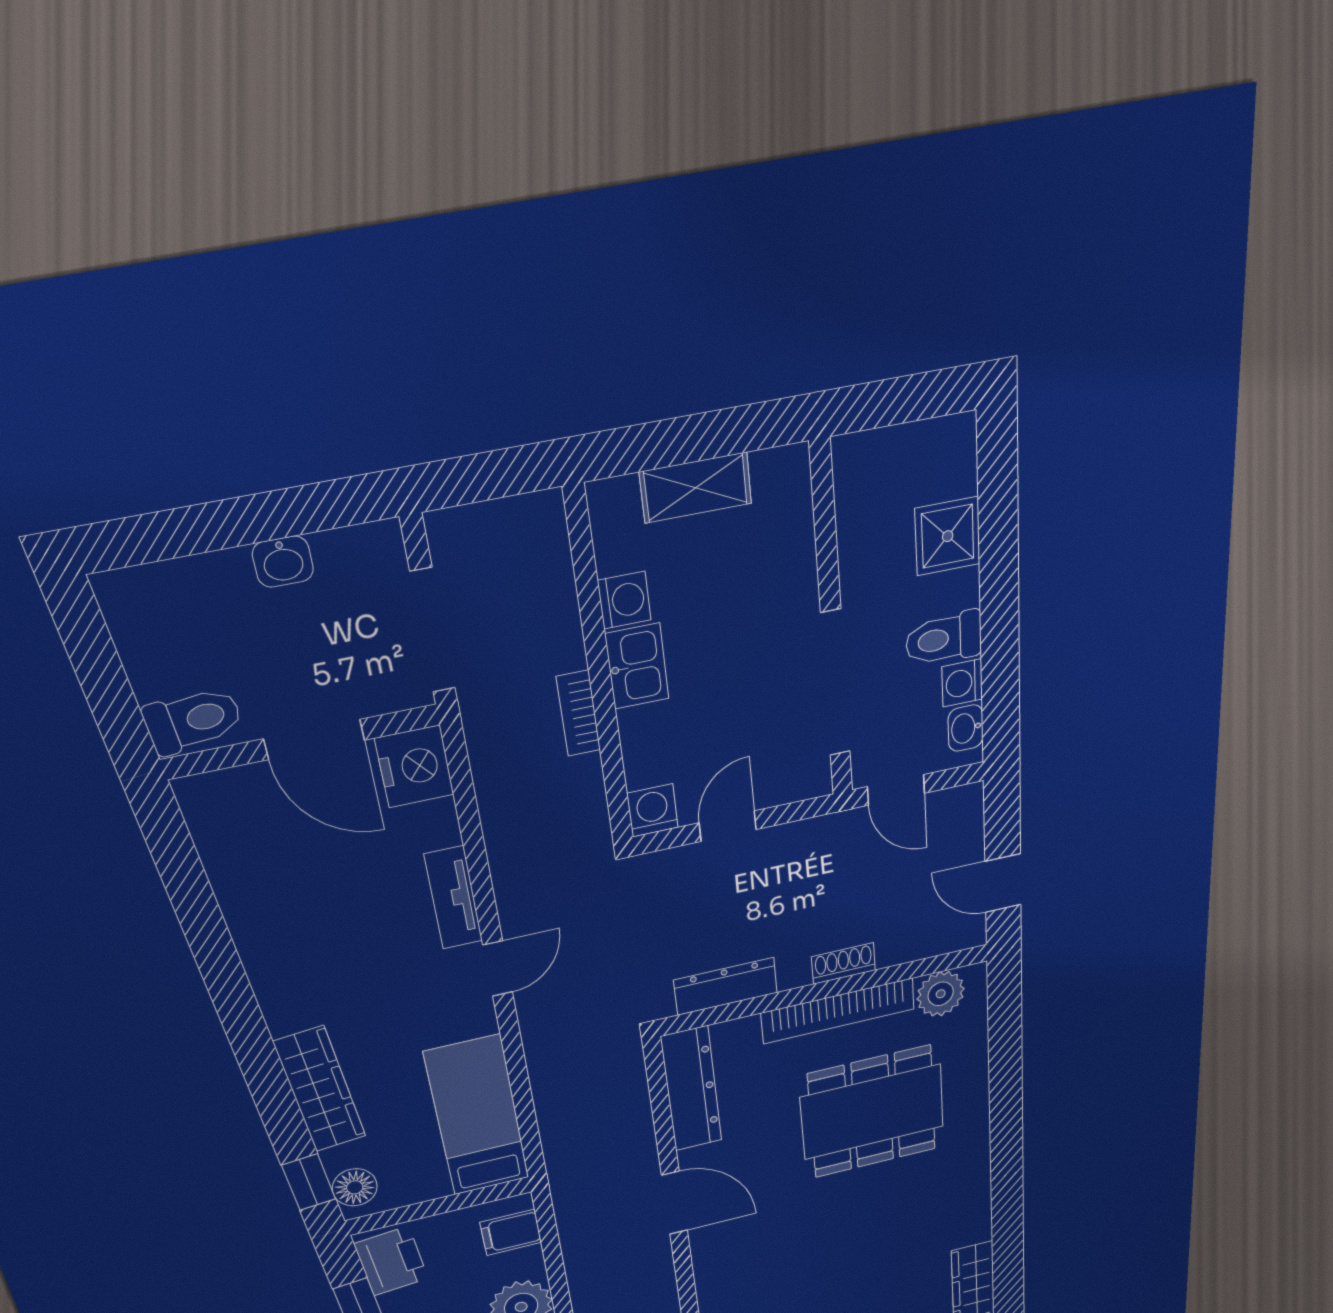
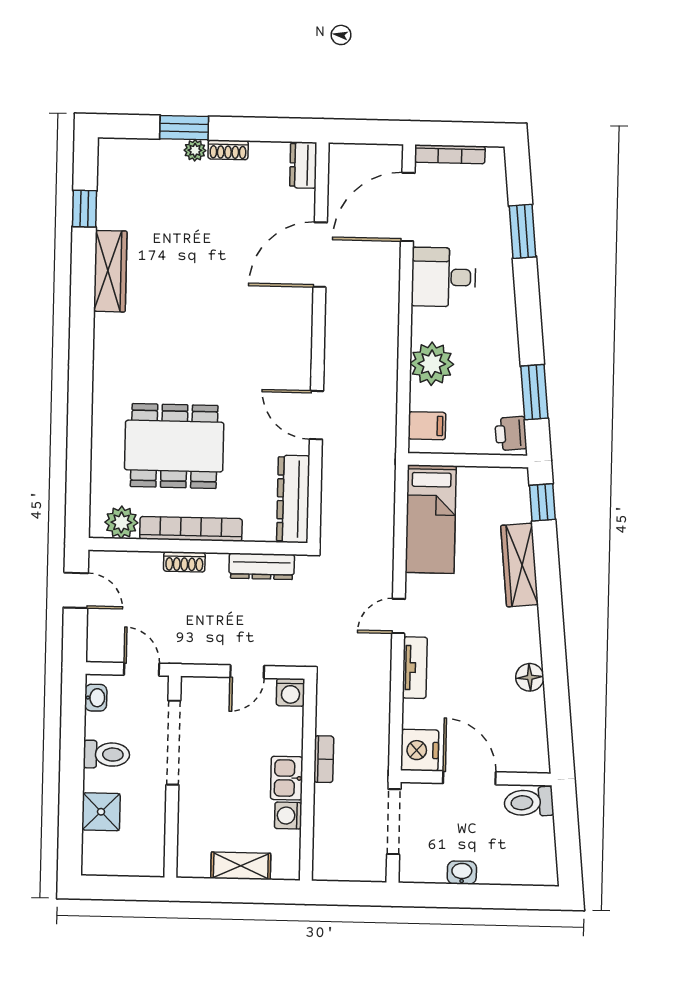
washing machine: (962, 683) -> (97, 726), removed
floor lamp: (355, 1187) -> (530, 677), moved
printer: (391, 1261) -> (511, 433), width x0.73, depth x0.81

